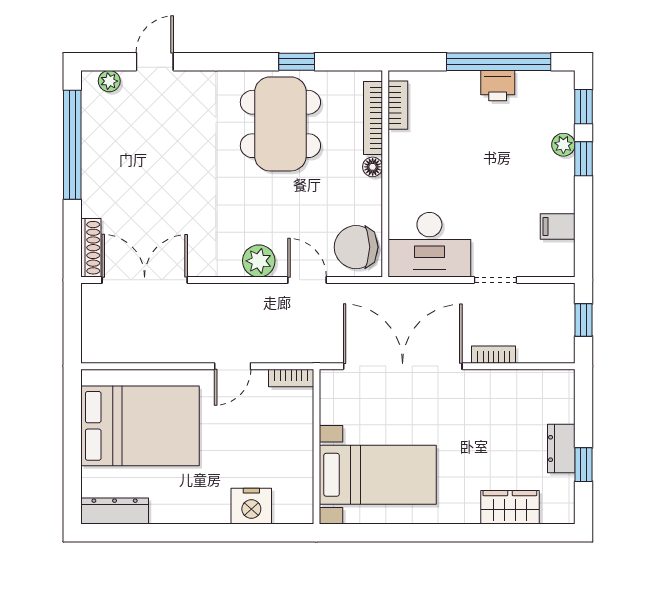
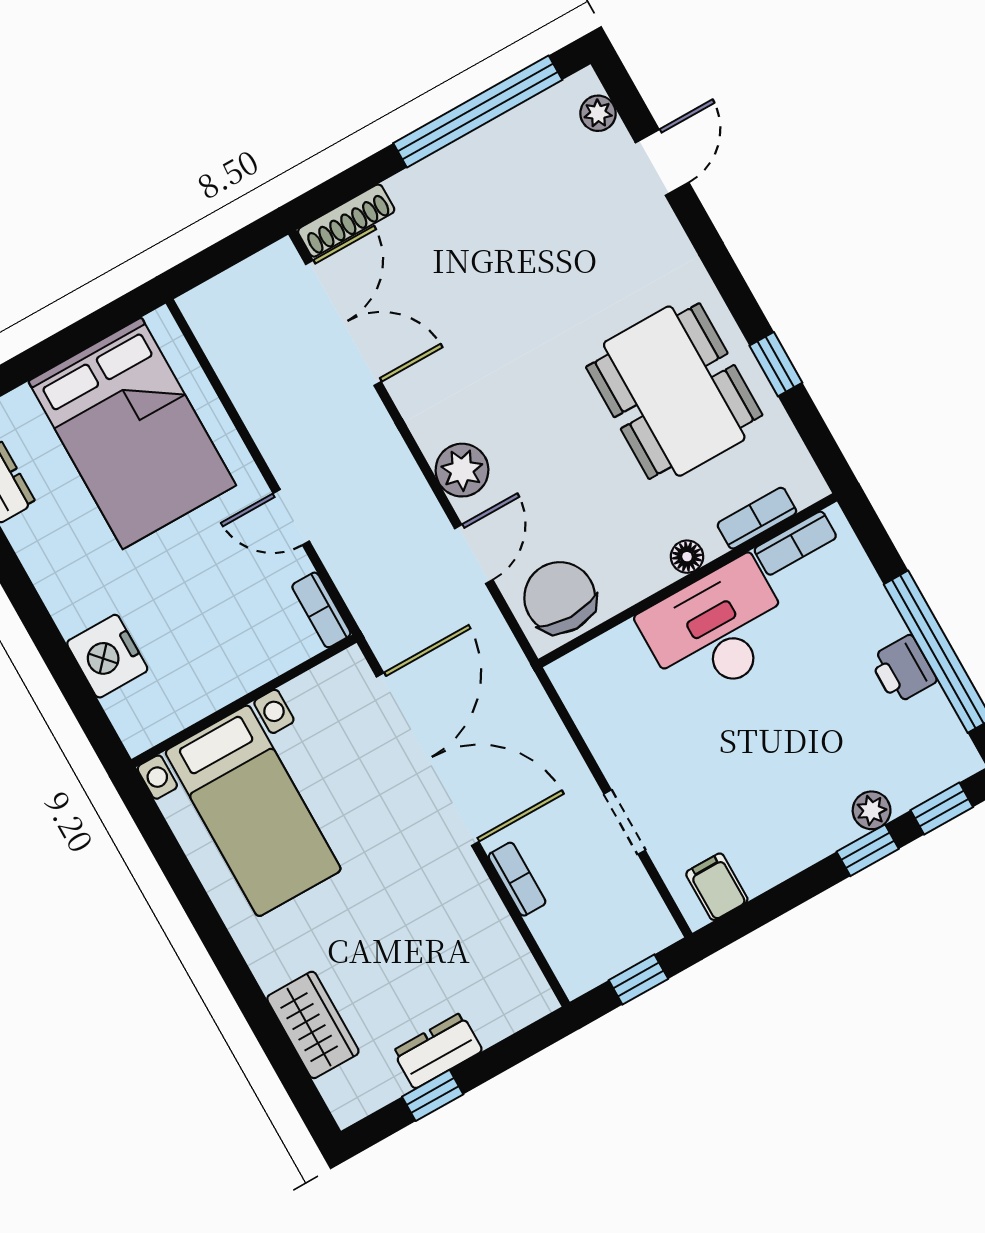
door: (155, 62) -> (662, 162), hinge flipped
bookcase: (373, 118) -> (757, 518), width x0.64
dining table: (280, 124) -> (674, 391), turned 90
filing cabinet: (558, 226) -> (717, 887), moved
desk: (429, 245) -> (717, 630), moved, turned 90

